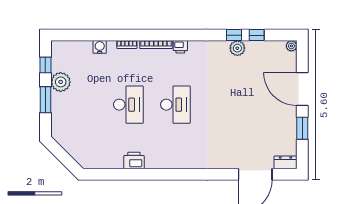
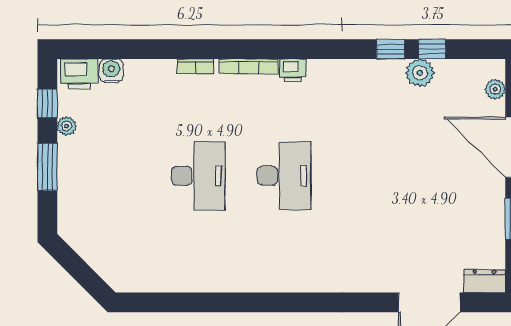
plant: (291, 46) -> (495, 89), moved
water cooler: (100, 47) -> (111, 71), moved
plant: (237, 48) -> (420, 73), moved
plant: (61, 82) -> (67, 126), width x0.53, depth x0.53
printer: (134, 161) -> (79, 74), moved, turned 180

